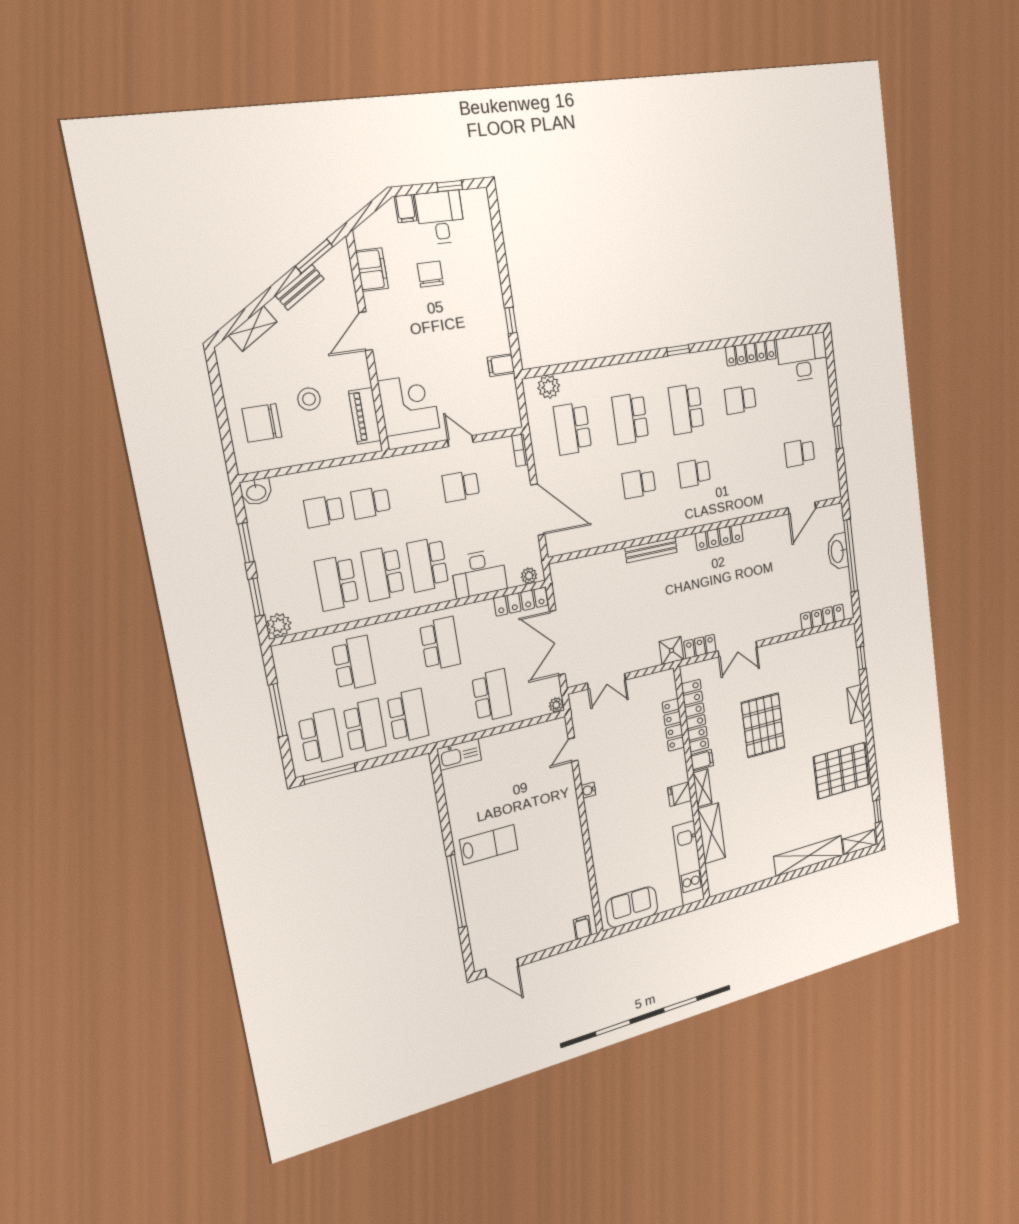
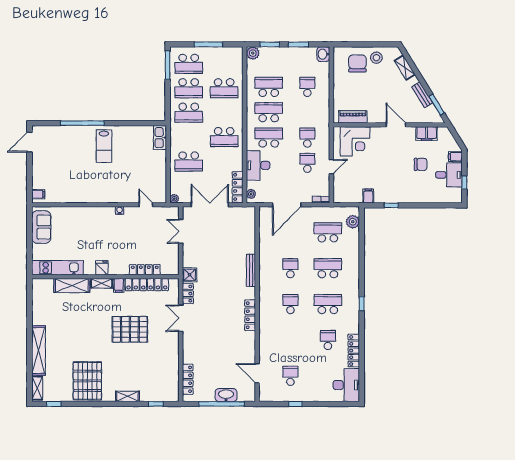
stool: (309, 399) -> (376, 58), moved
school desk: (371, 503) -> (307, 138), moved

